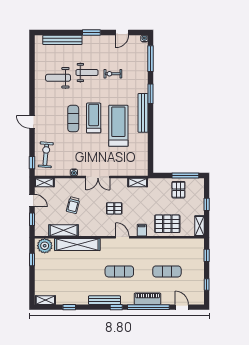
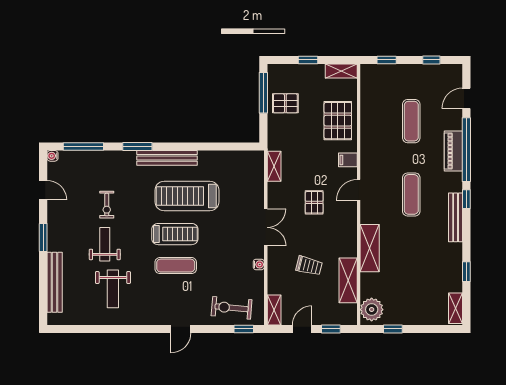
treadmill: (94, 118) -> (175, 234), turned 180
shelving: (77, 244) -> (370, 248), width x0.68

